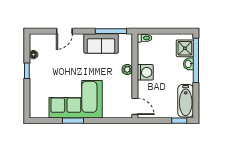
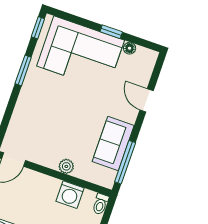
washing machine: (145, 72) -> (70, 195), moved
corner sofa: (76, 99) -> (81, 53), moved, turned 90
window: (41, 121) -> (38, 28), added

